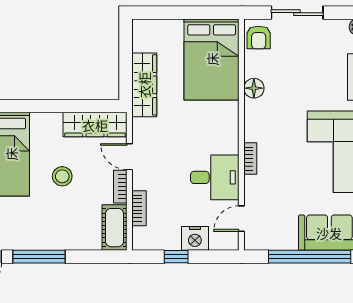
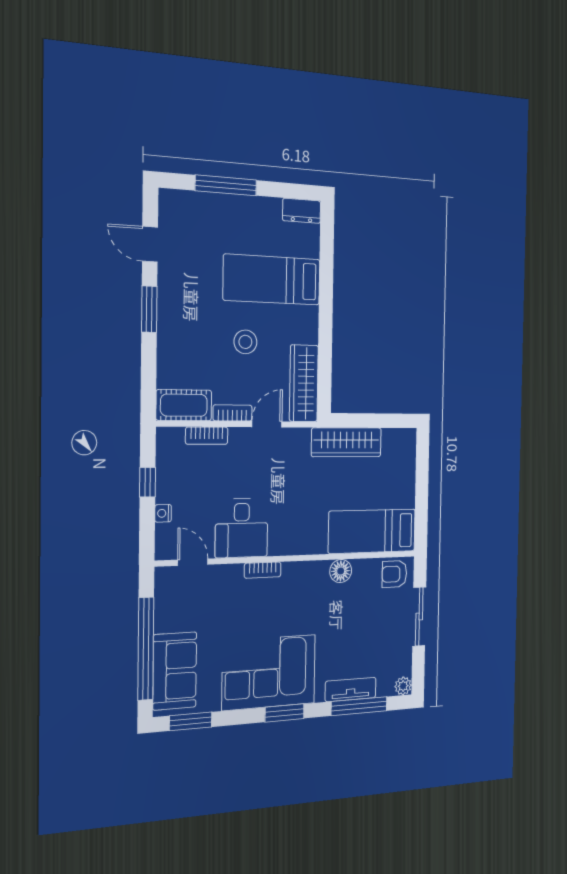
bed: (212, 59) -> (372, 531), width x0.67
nightstand: (195, 238) -> (163, 513), width x0.53, depth x0.56
window: (39, 257) -> (149, 309), width x0.69

